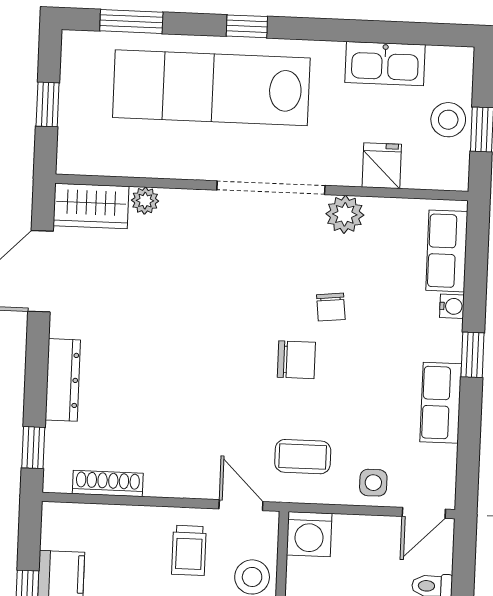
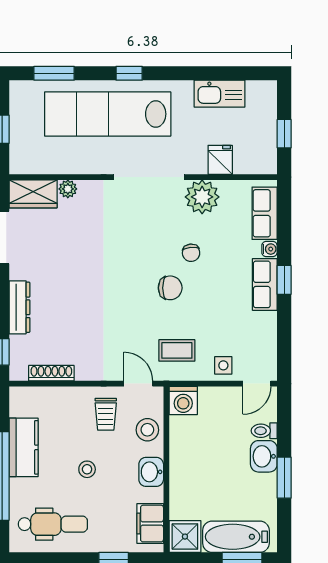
stool: (448, 120) -> (262, 128), removed
plant: (345, 214) -> (202, 197), width x1.36, depth x1.36
row of seats: (441, 403) -> (265, 284), moved

